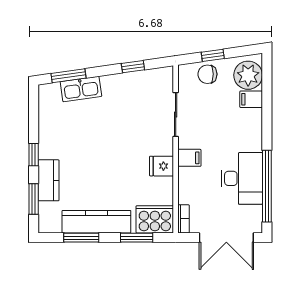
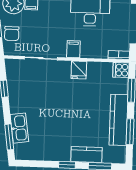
cooker: (155, 219) -> (121, 70), width x0.53, depth x0.76

